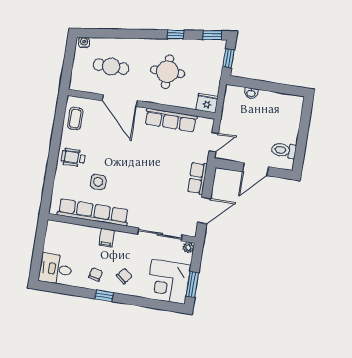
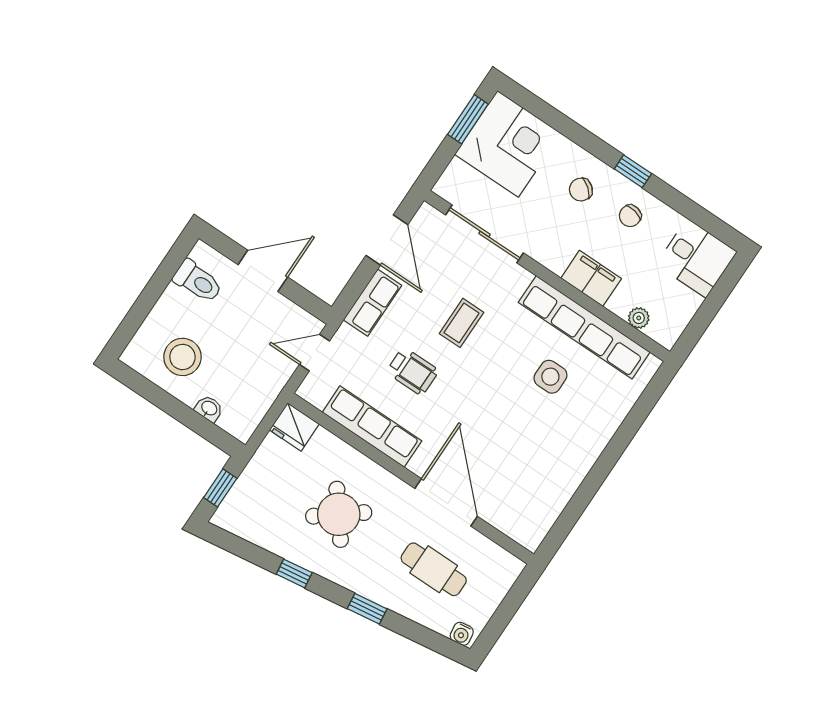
window: (212, 35) -> (367, 609), moved
round table: (167, 72) -> (339, 514), turned -38
stool: (274, 112) -> (182, 357), added
coffee table: (75, 118) -> (461, 323), moved
wheelchair: (73, 157) -> (412, 371), moved
door: (204, 211) -> (387, 240), swing flipped
filing cabinet: (107, 238) -> (591, 278), width x2.00
plant: (188, 247) -> (639, 318), moved

